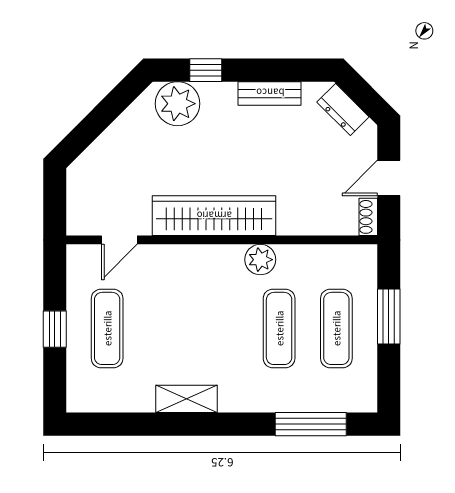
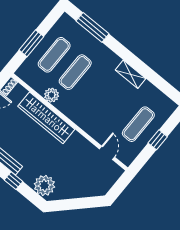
window: (206, 70) -> (14, 181), moved
wardrobe: (214, 216) -> (46, 118), moved
door: (119, 240) -> (107, 153), hinge flipped
plant: (260, 260) -> (52, 95), moved

